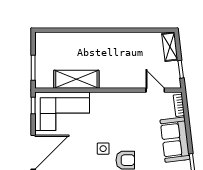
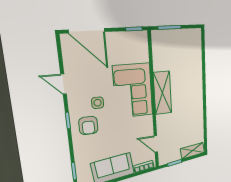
shelving: (76, 79) -> (162, 93), moved
door: (155, 90) -> (156, 144), swing flipped
corner sofa: (62, 111) -> (133, 91), moved

